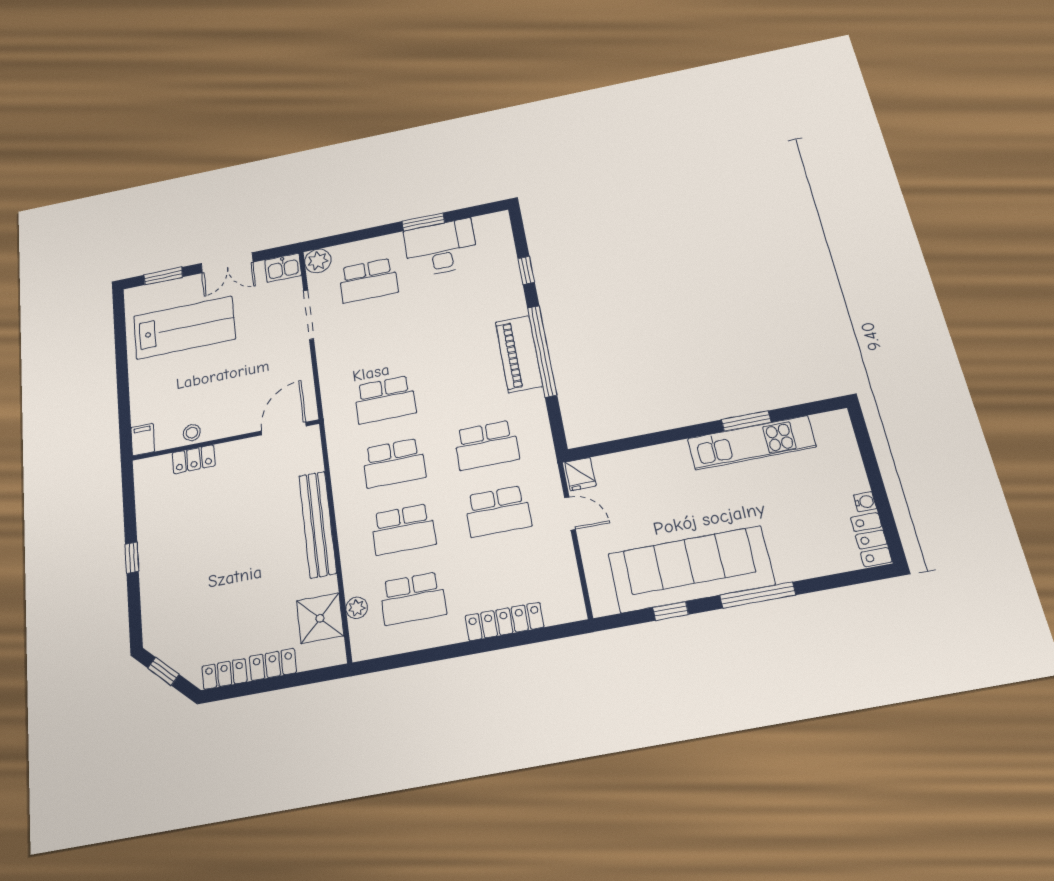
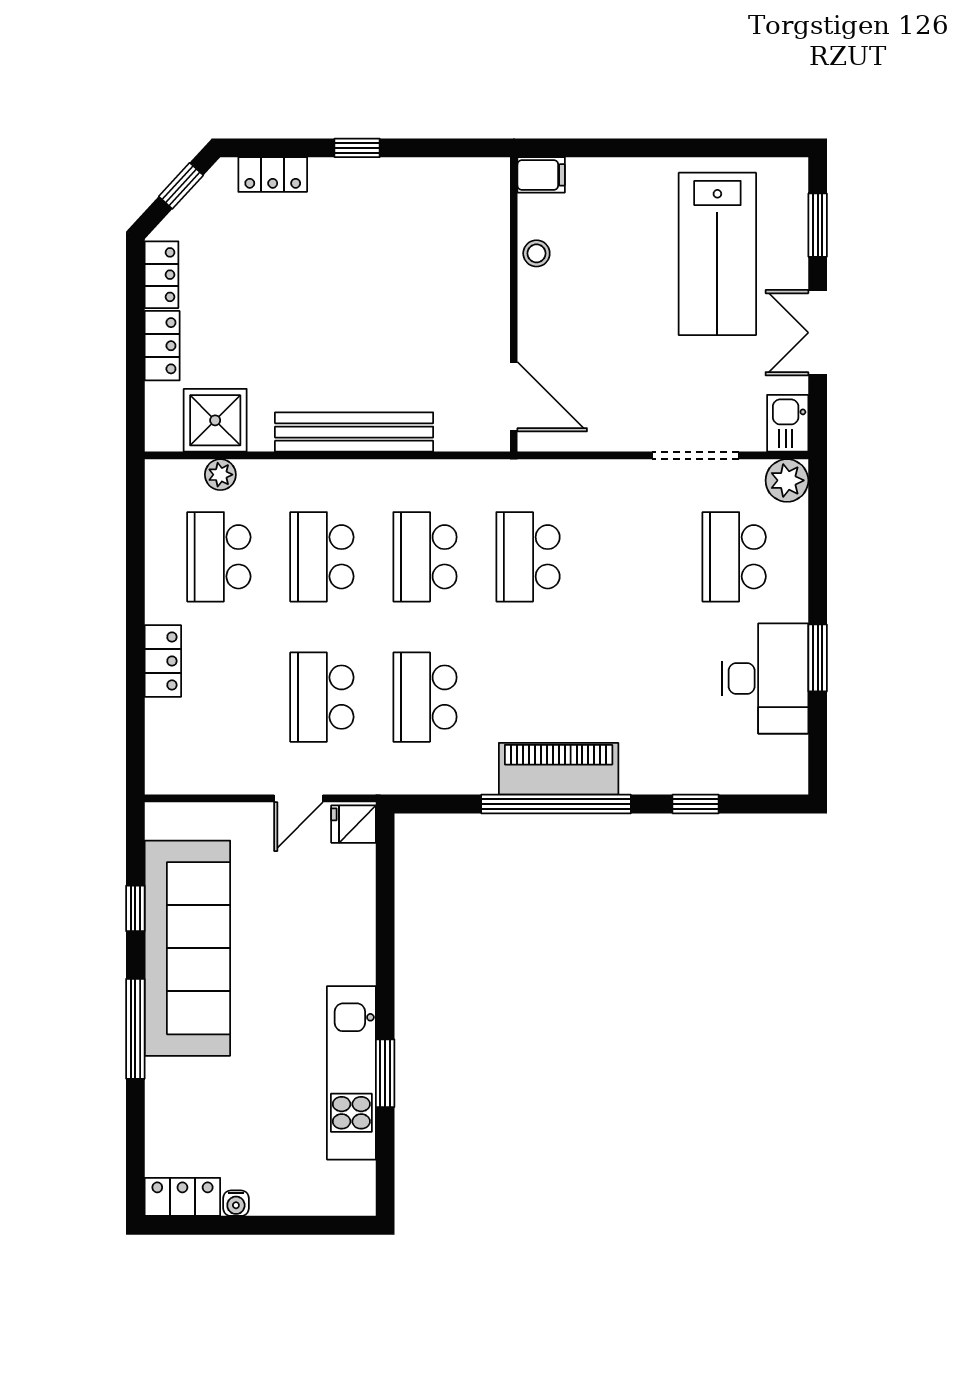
locker: (194, 459) -> (273, 175), moved, turned -90
locker: (504, 621) -> (163, 661), width x0.66

